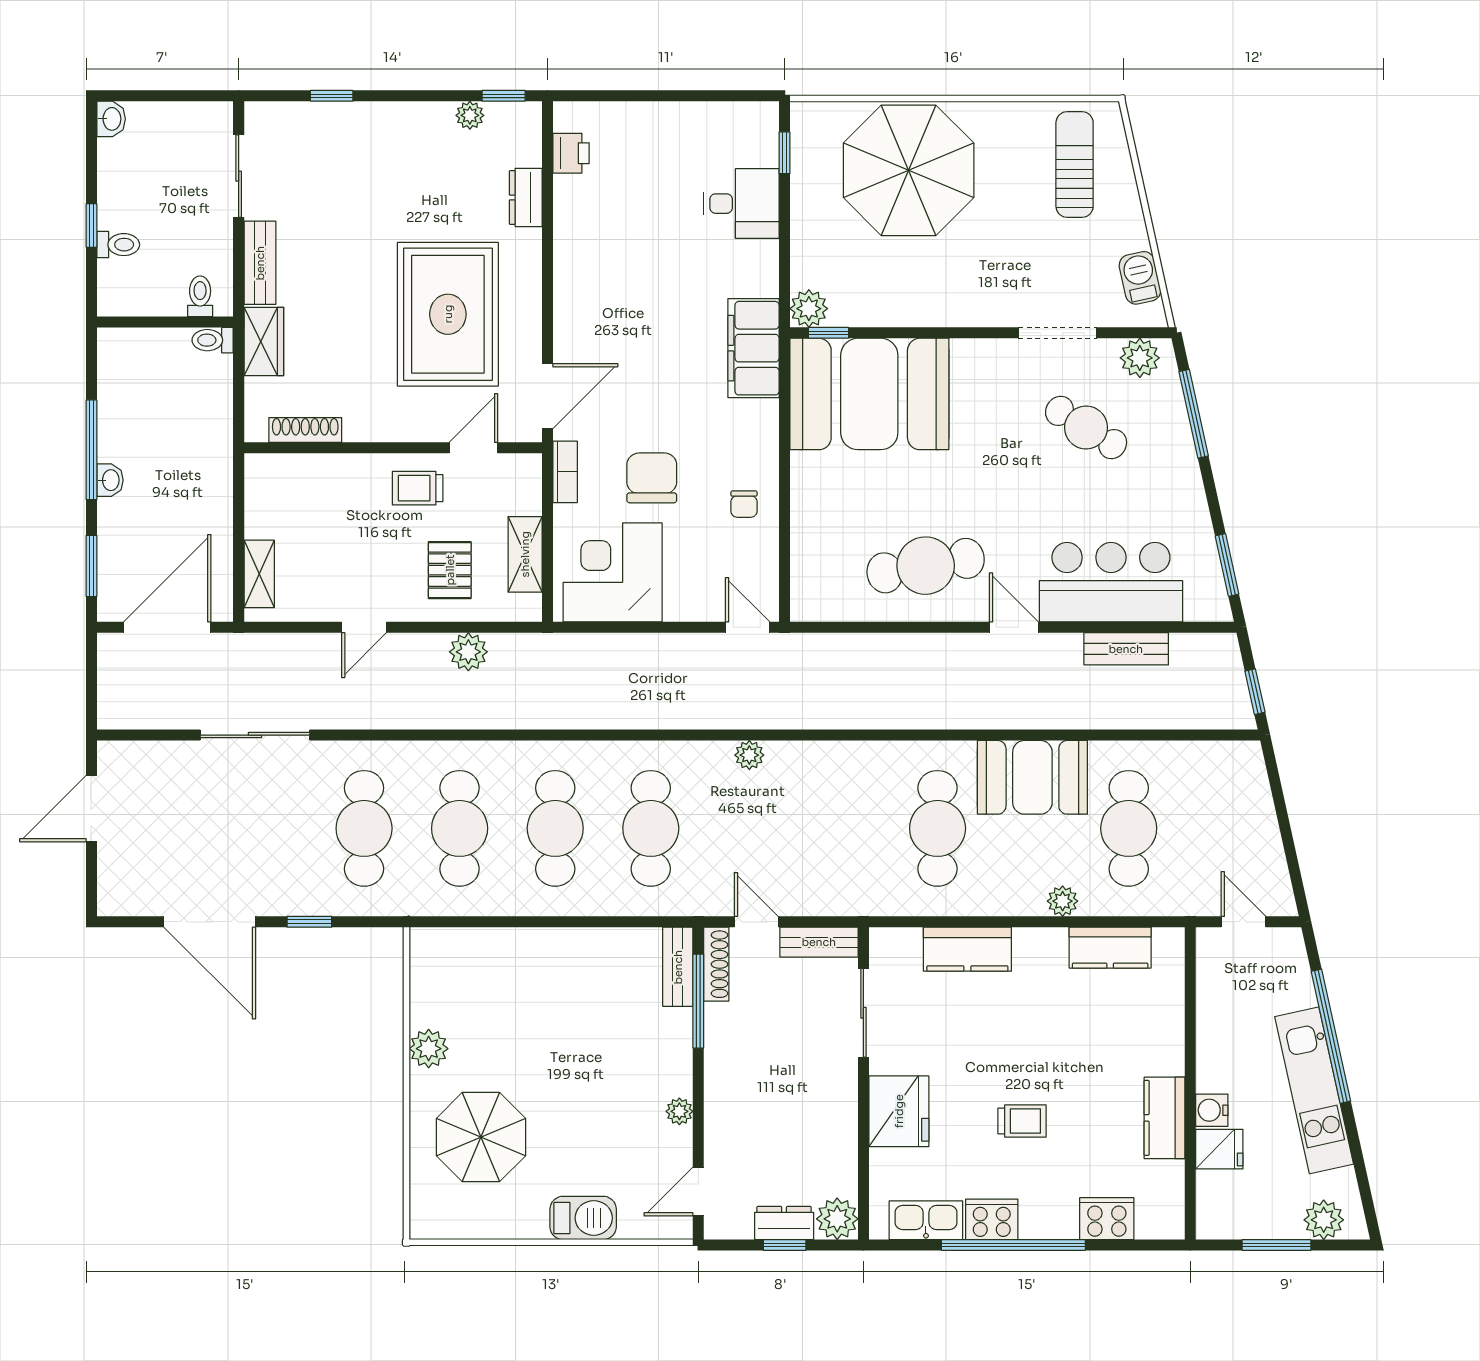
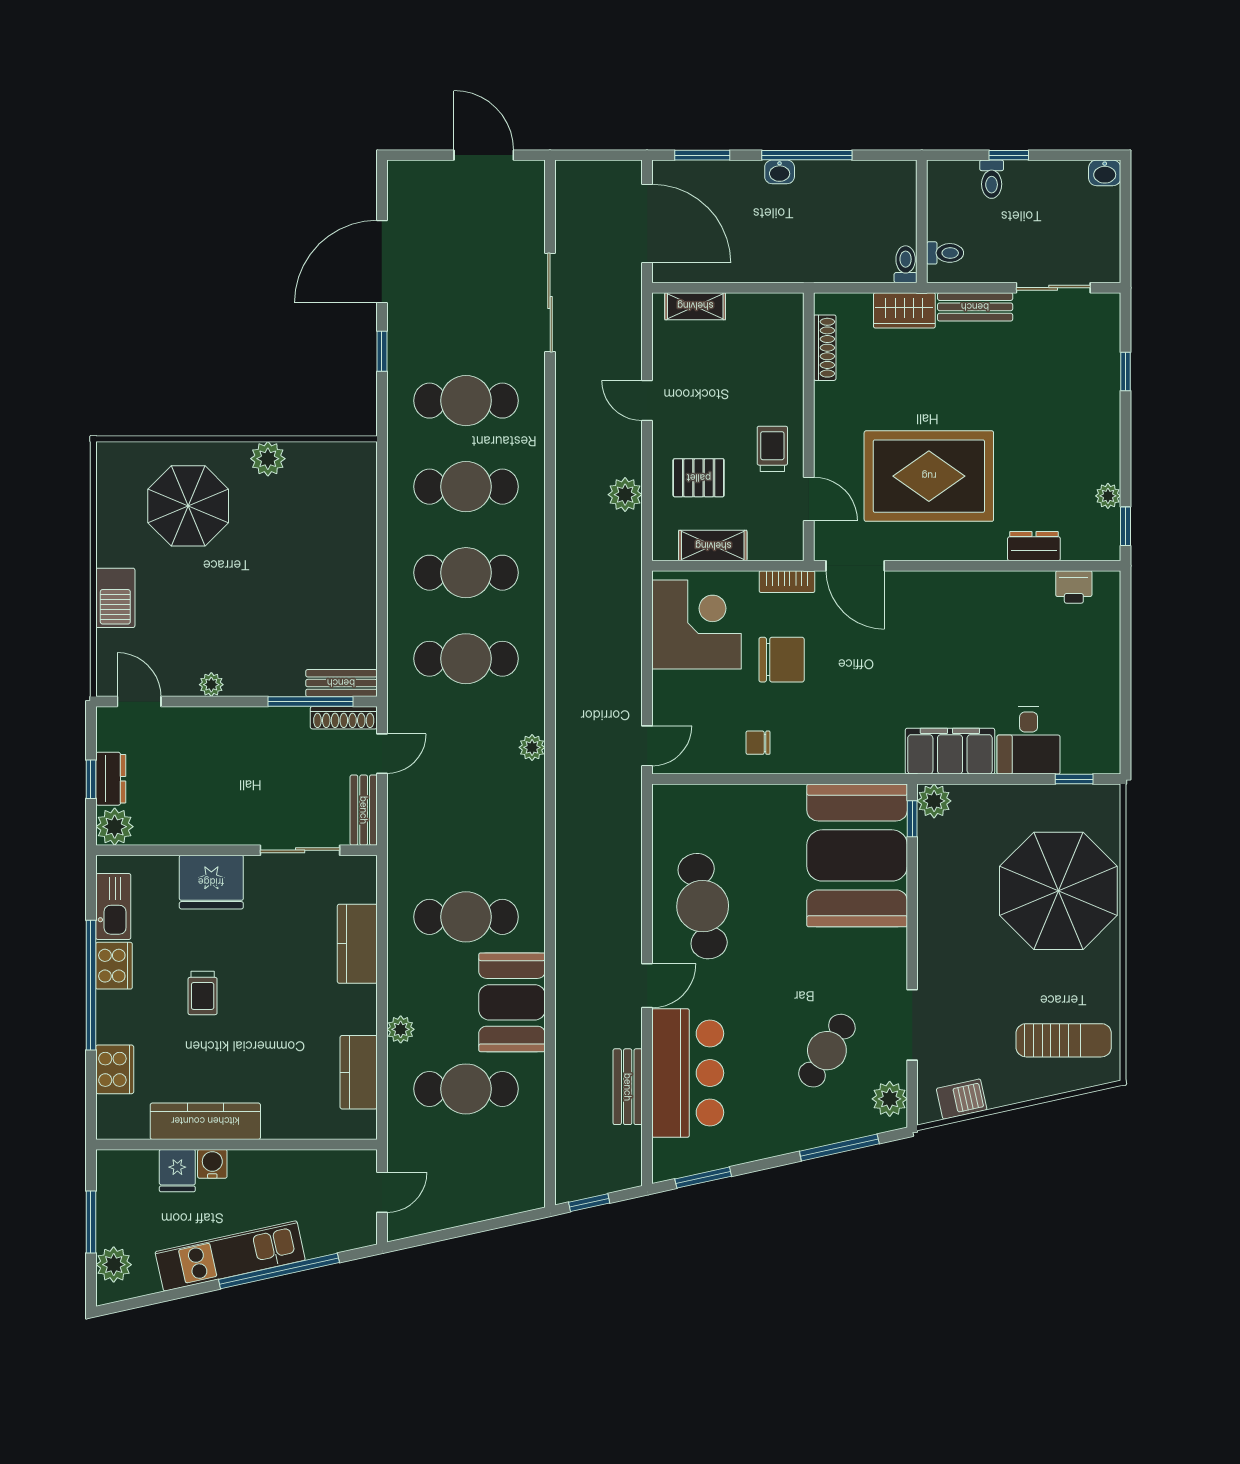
filing cabinet: (753, 348) -> (950, 751), moved
kitchen counter: (1165, 1118) -> (205, 1121), width x1.50

